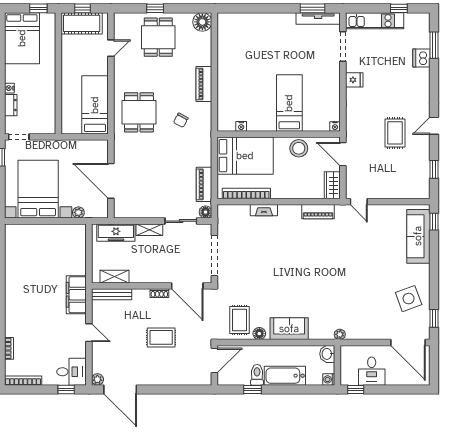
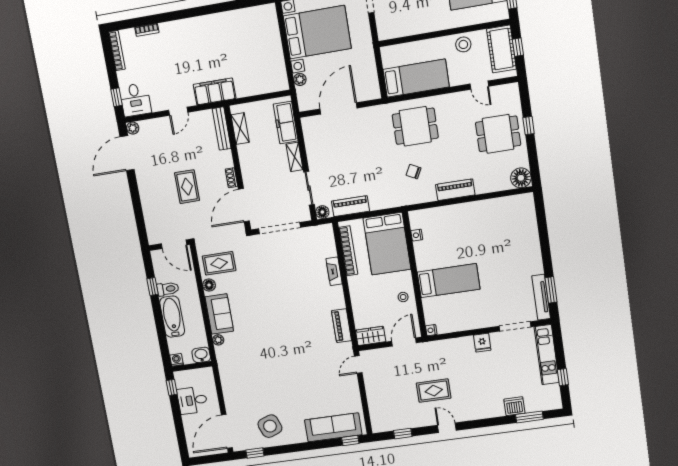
stool: (72, 57) -> (463, 44), added
stool: (299, 148) -> (403, 297), width x0.53, depth x0.53
plant: (340, 334) -> (218, 340), moved

